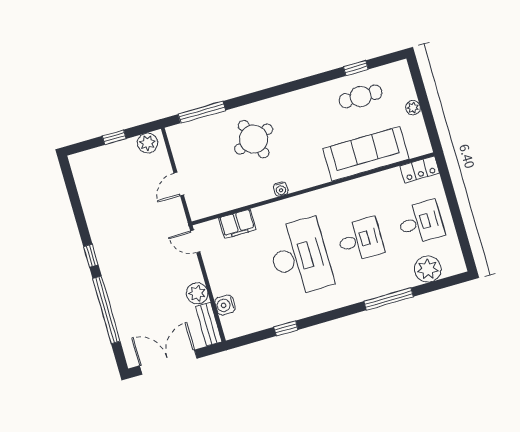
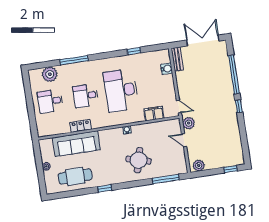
window: (356, 68) -> (105, 188), moved
cafe table: (361, 96) -> (75, 176), width x1.37, depth x1.35
window: (114, 137) -> (231, 169), moved
round table: (254, 139) -> (139, 160), turned 35
locker: (420, 170) -> (81, 126), moved
door: (179, 184) -> (184, 140), swing flipped
plant: (197, 293) -> (189, 123), moved
double door: (168, 362) -> (203, 41), swing flipped

